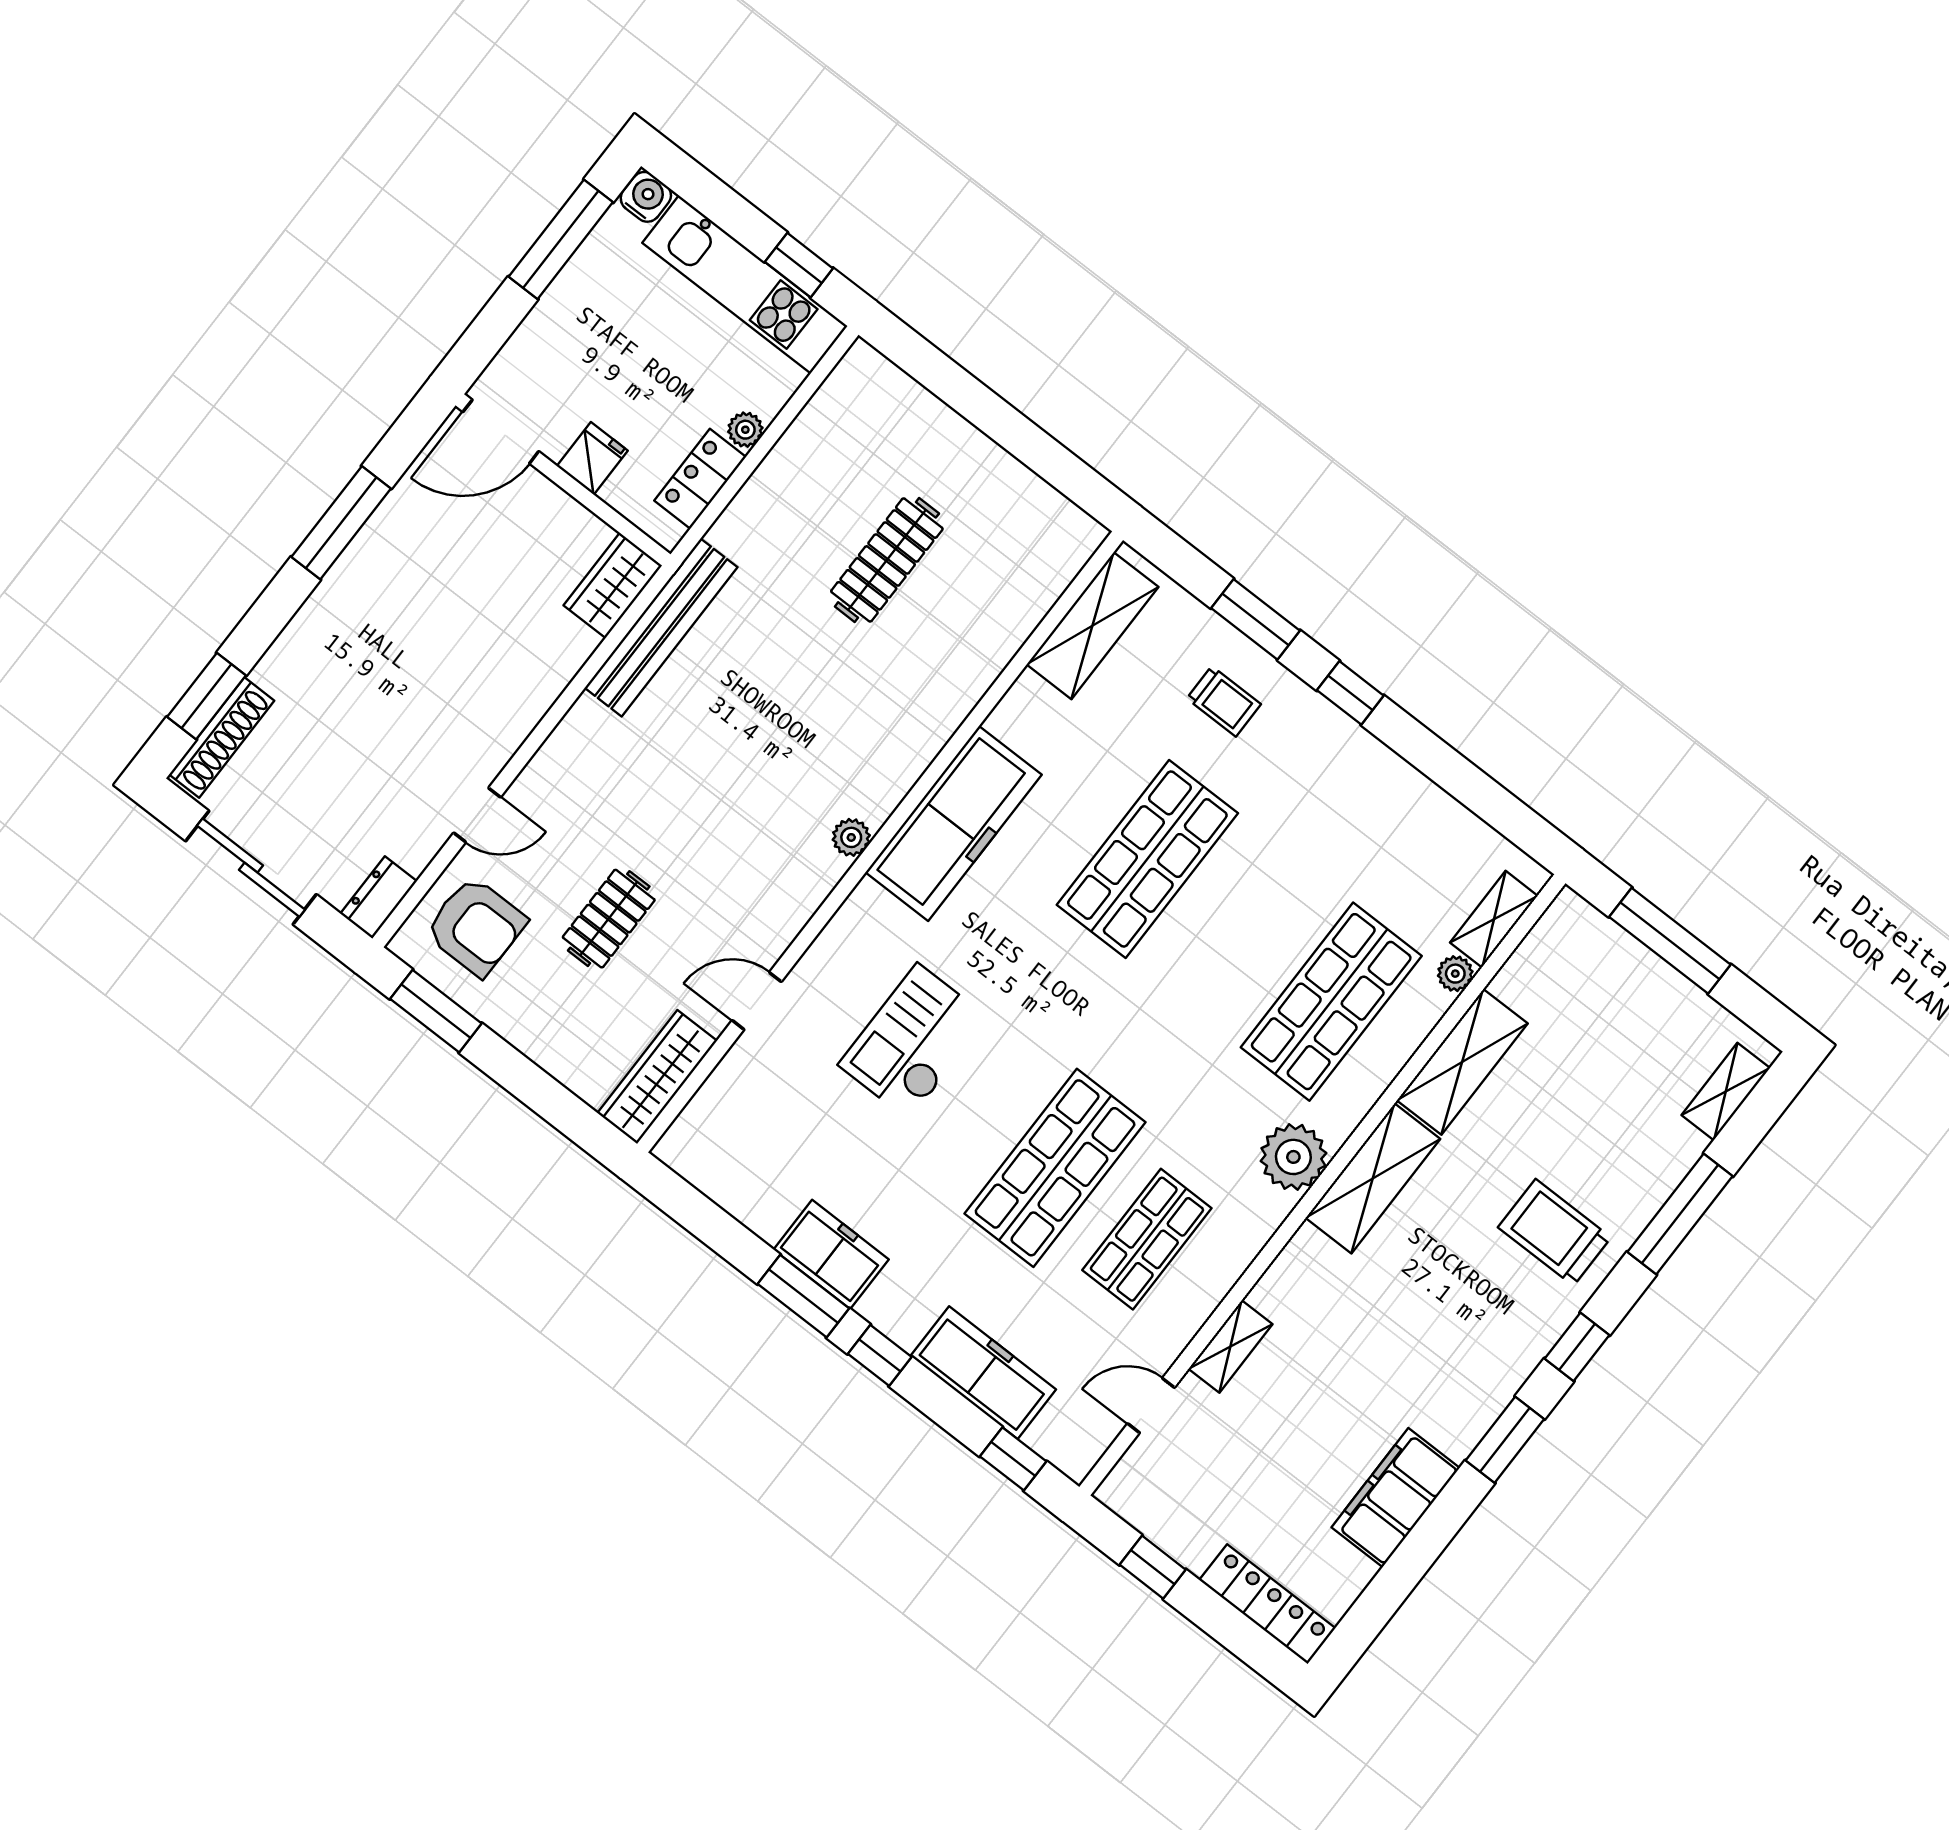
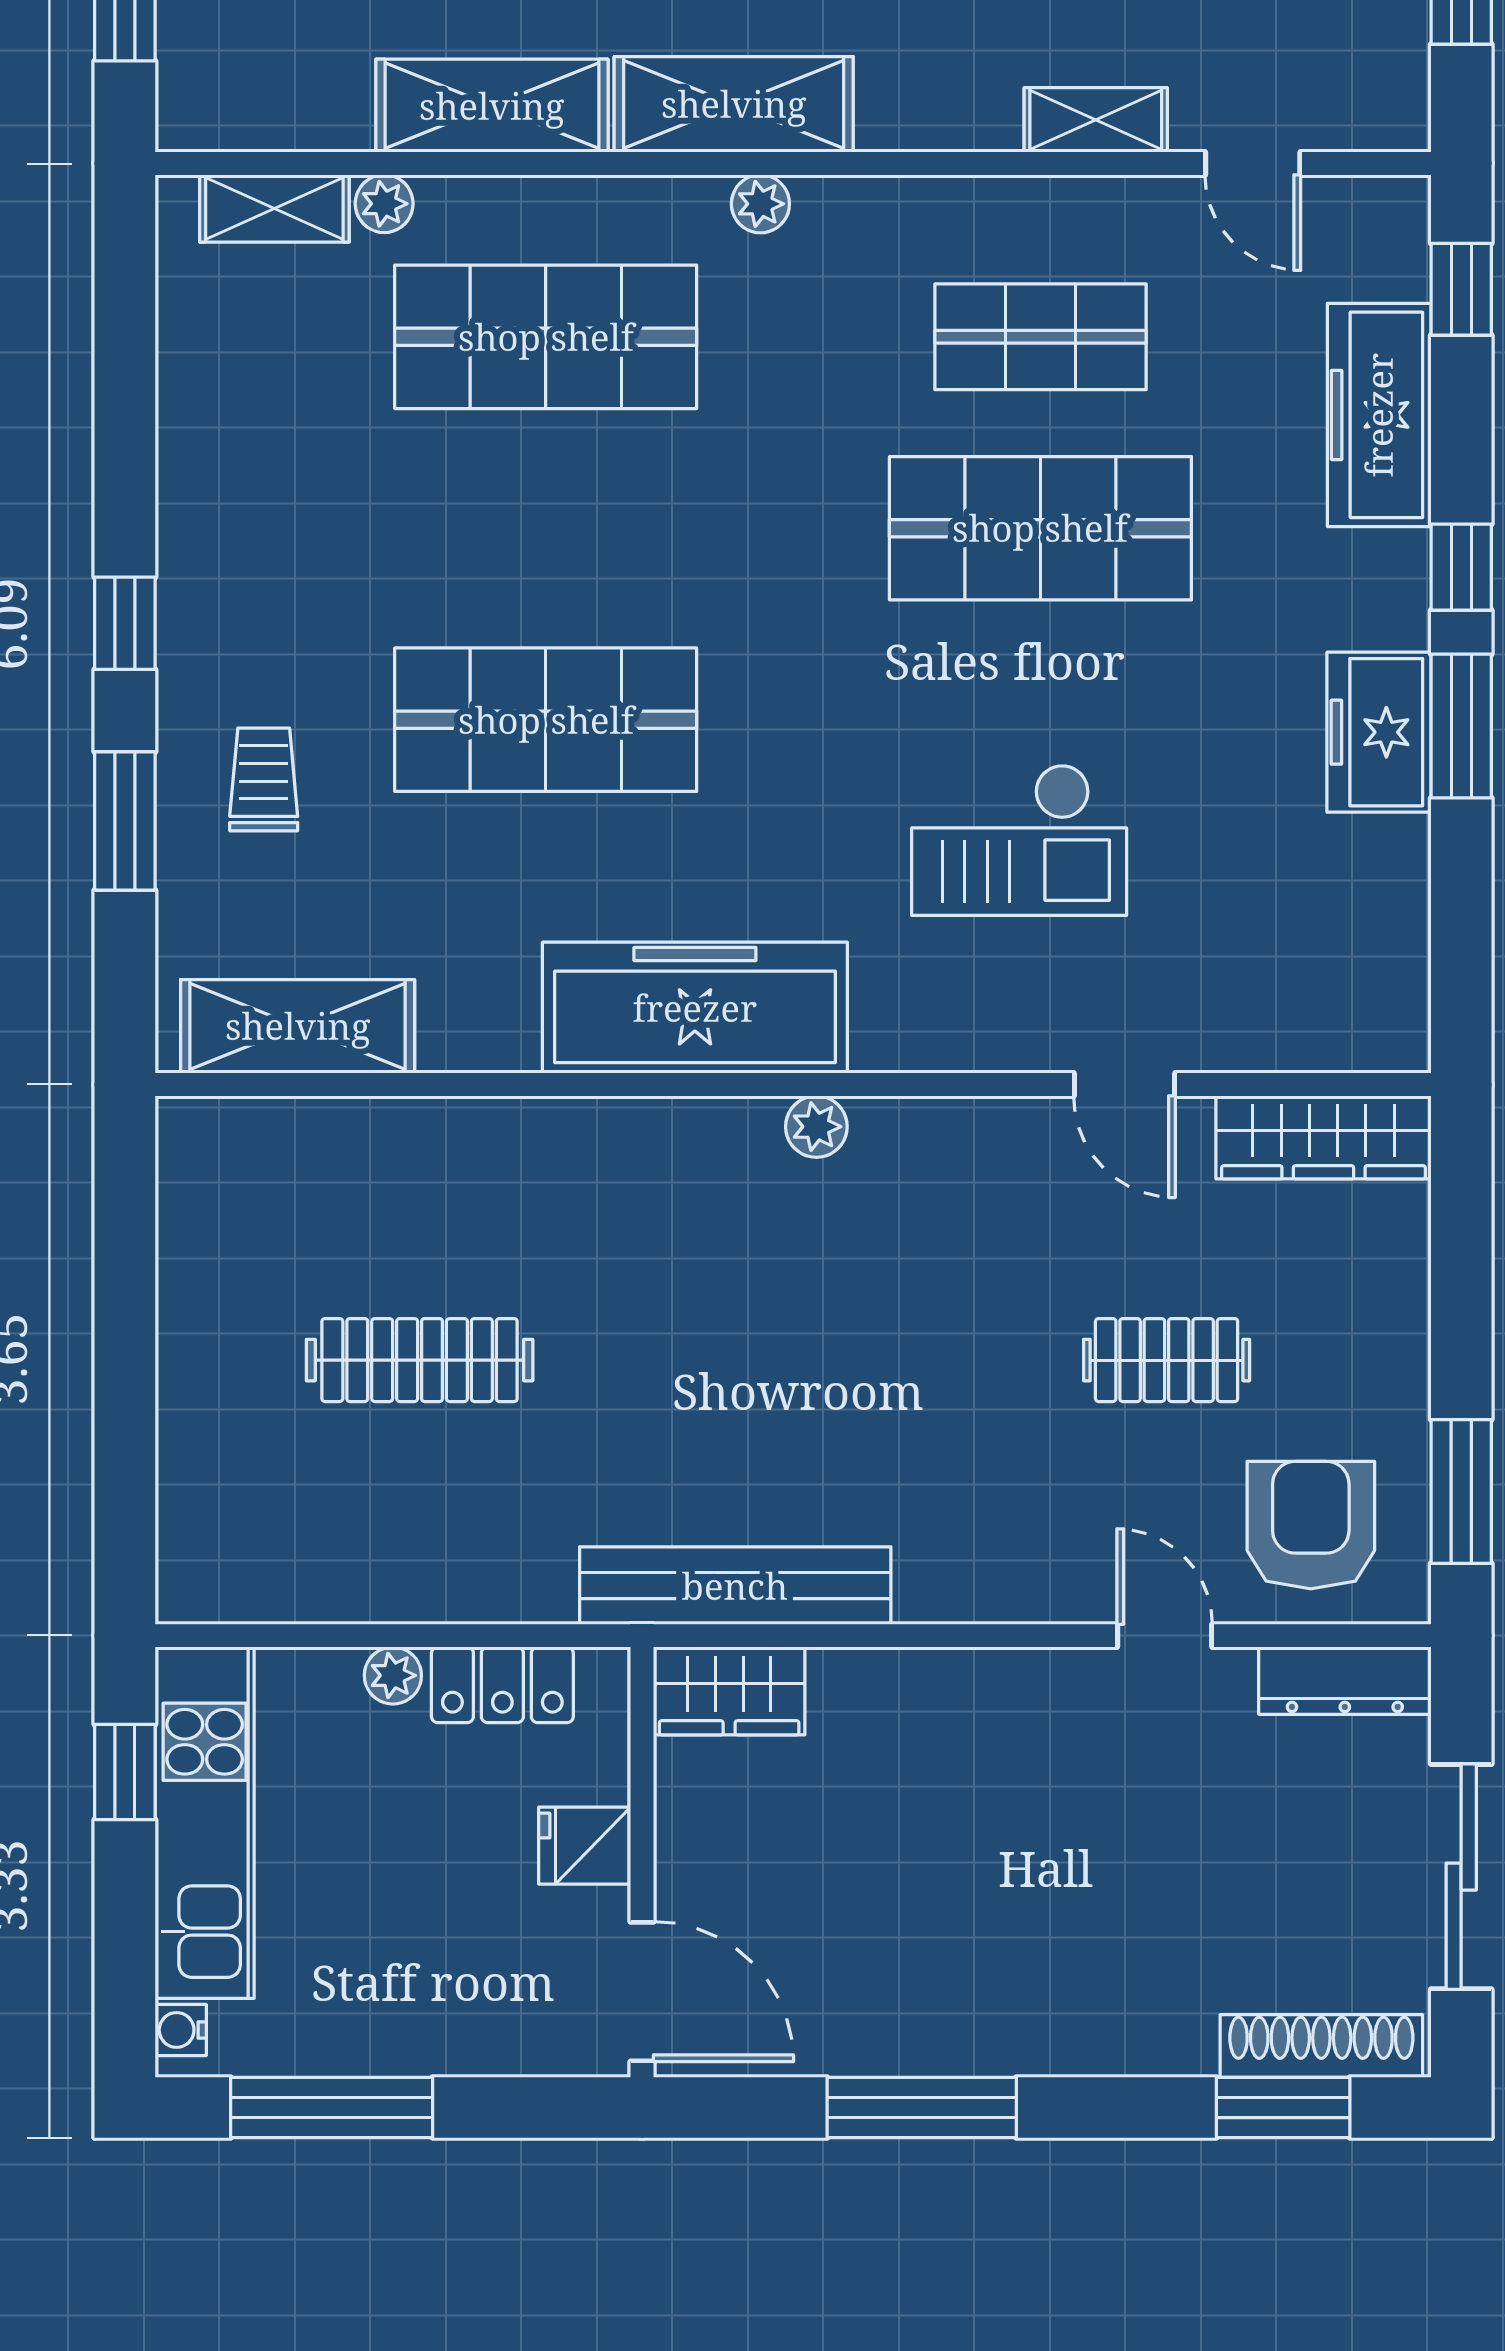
water cooler: (646, 197) -> (181, 2030), width x0.72, depth x0.72
dresser: (379, 897) -> (1345, 1681), width x1.44
plant: (1293, 1157) -> (760, 204), width x0.53, depth x0.53

